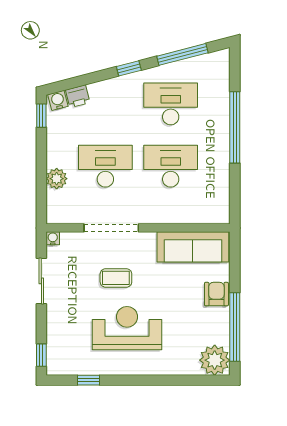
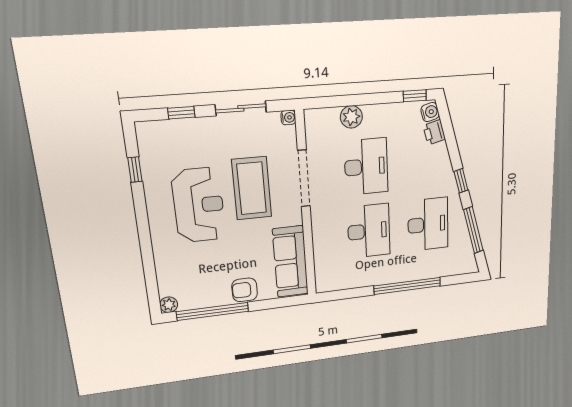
coffee table: (116, 278) -> (252, 188), width x1.86, depth x1.72
armchair: (216, 294) -> (245, 290), turned 180
window: (41, 355) -> (181, 113), moved
plant: (215, 360) -> (169, 305), width x0.53, depth x0.53

